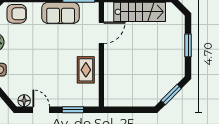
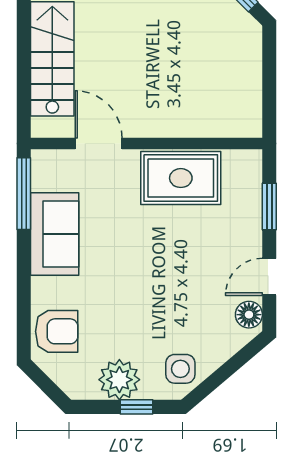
armchair: (17, 14) -> (57, 331), turned 90
rug: (86, 70) -> (181, 178), width x1.36, depth x1.43

